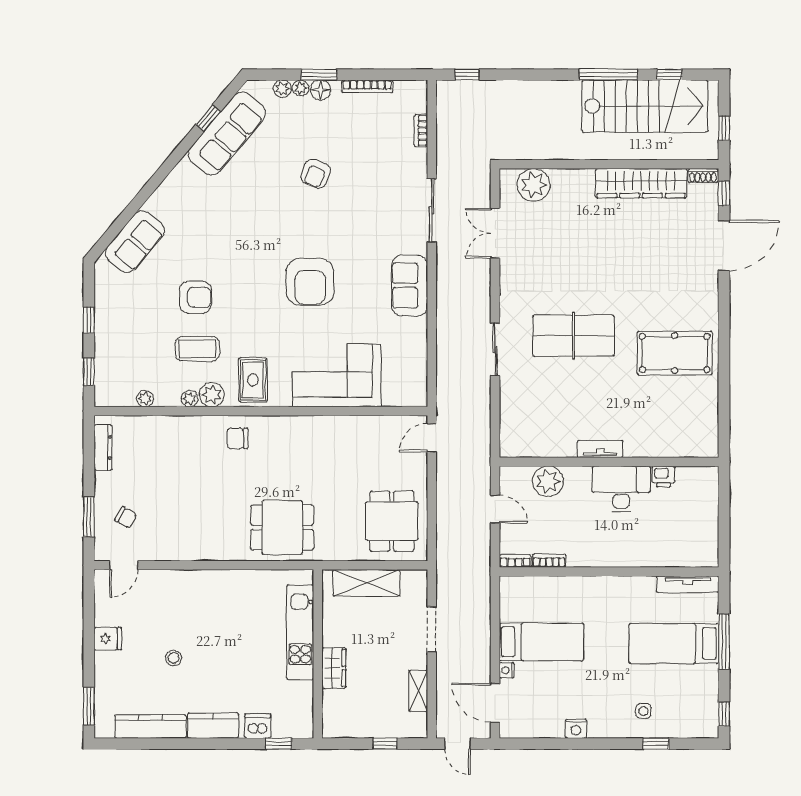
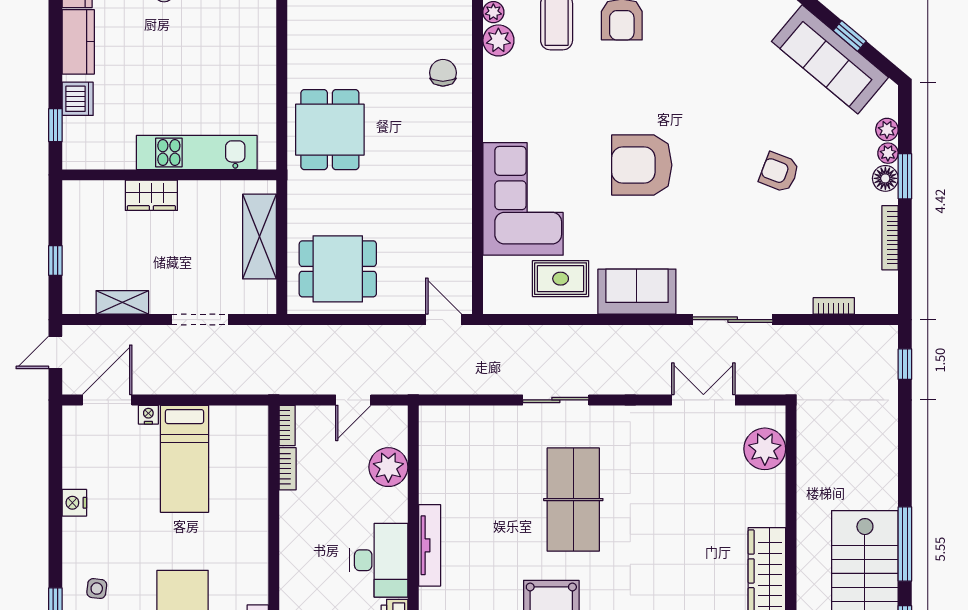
rug: (253, 380) -> (561, 279), moved
tv unit: (600, 449) -> (430, 545), width x1.41

